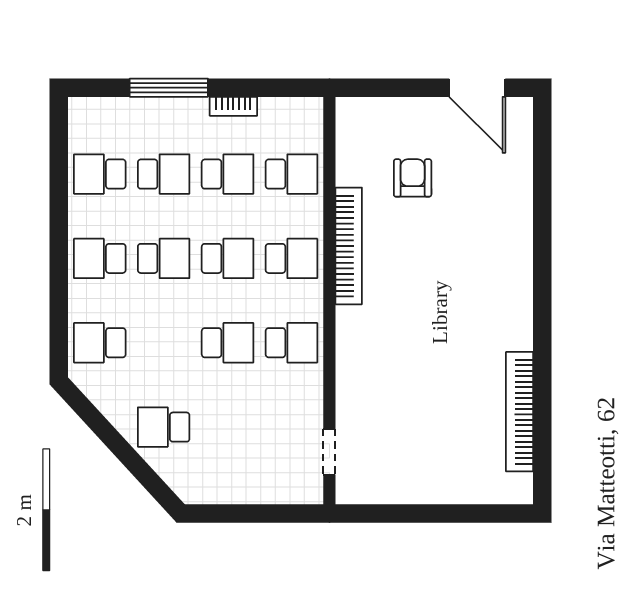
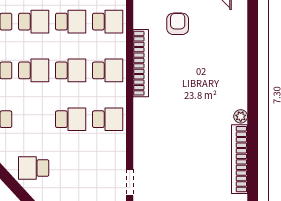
plant: (521, 338) -> (241, 116), added

